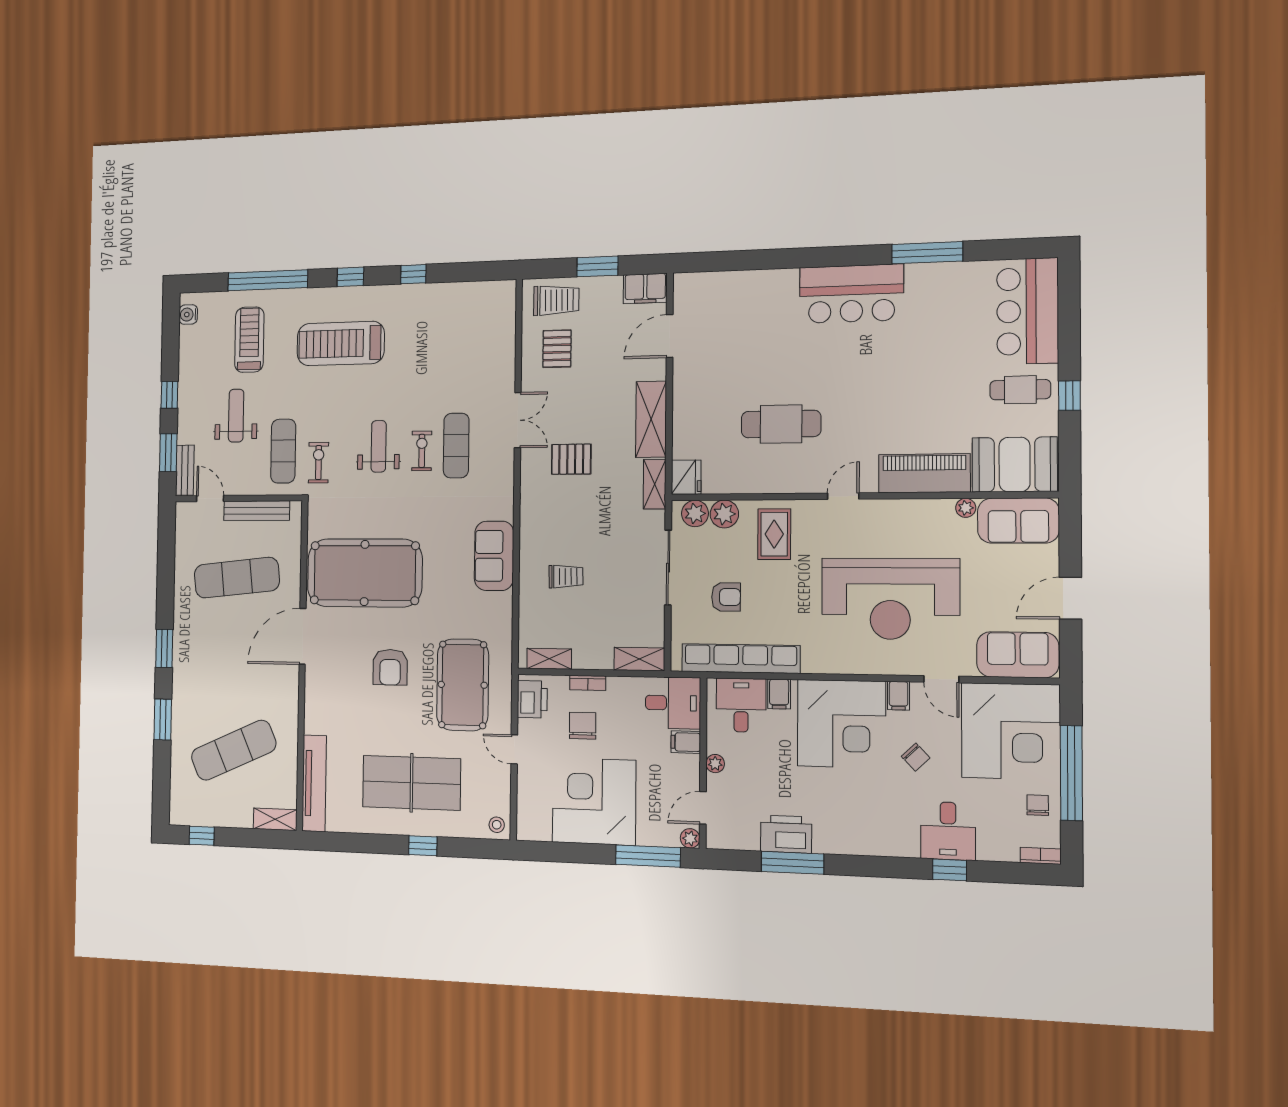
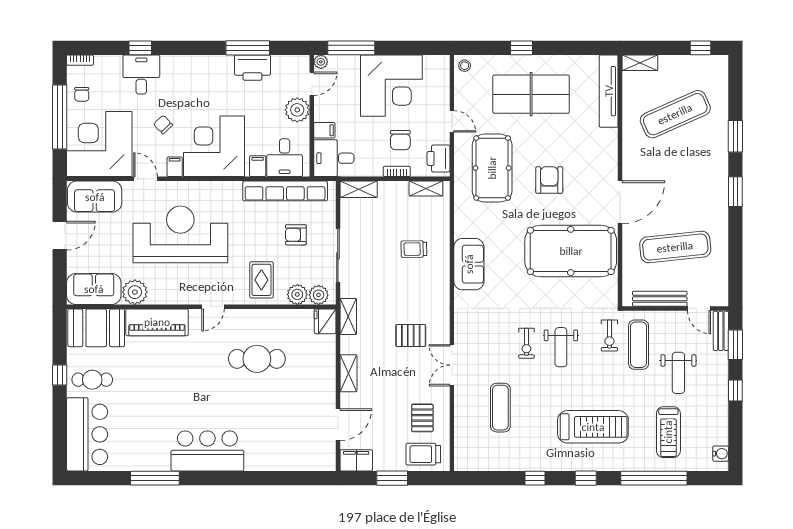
shelving: (651, 419) -> (348, 373), width x0.67, depth x0.75
exercise mat: (456, 446) -> (500, 408), moved
plant: (966, 508) -> (135, 292), width x1.88, depth x1.88
plant: (715, 764) -> (297, 110), width x1.88, depth x1.88

